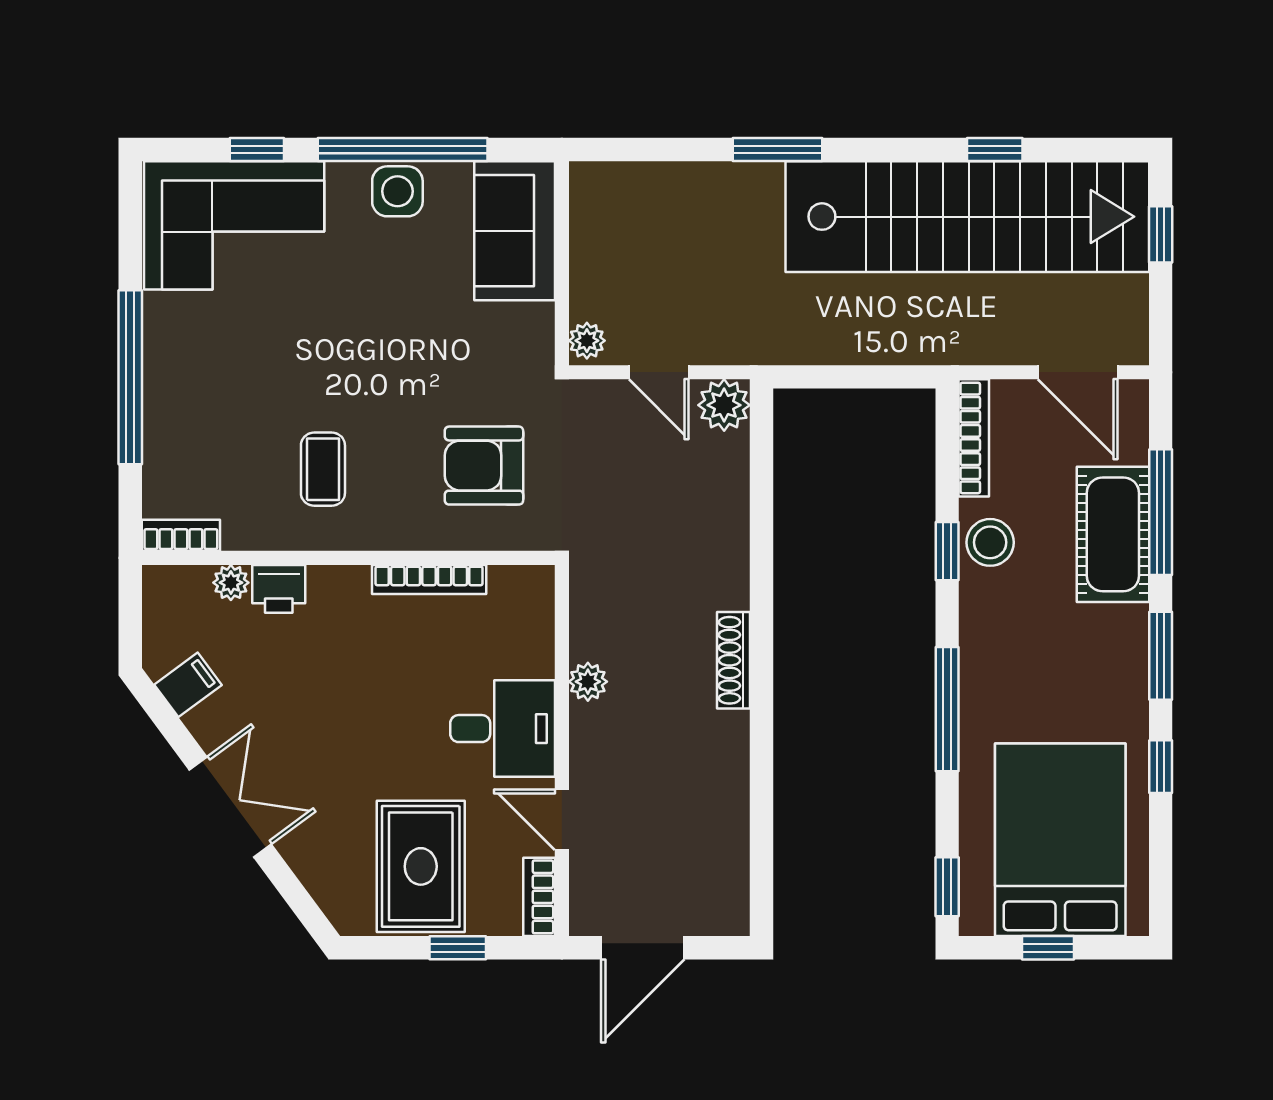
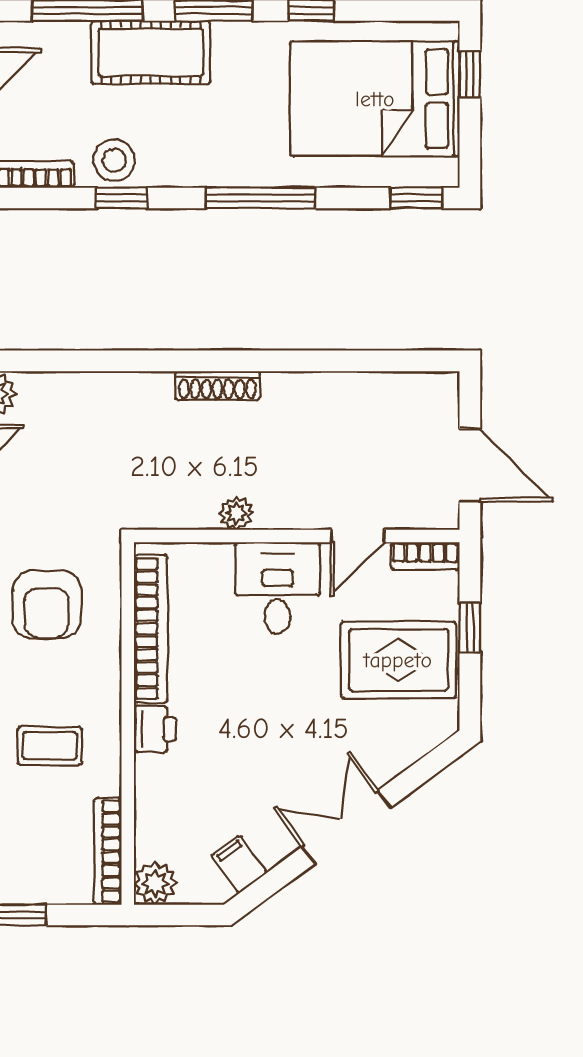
cot: (1113, 534) -> (151, 52), moved
bookcase: (181, 535) -> (108, 851), width x1.56
bookcase: (429, 579) -> (151, 629), width x1.48, depth x1.31
plant: (231, 583) -> (155, 883), moved, width x1.38, depth x1.38
printer: (279, 589) -> (155, 729), moved
window: (1048, 948) -> (470, 74), moved

